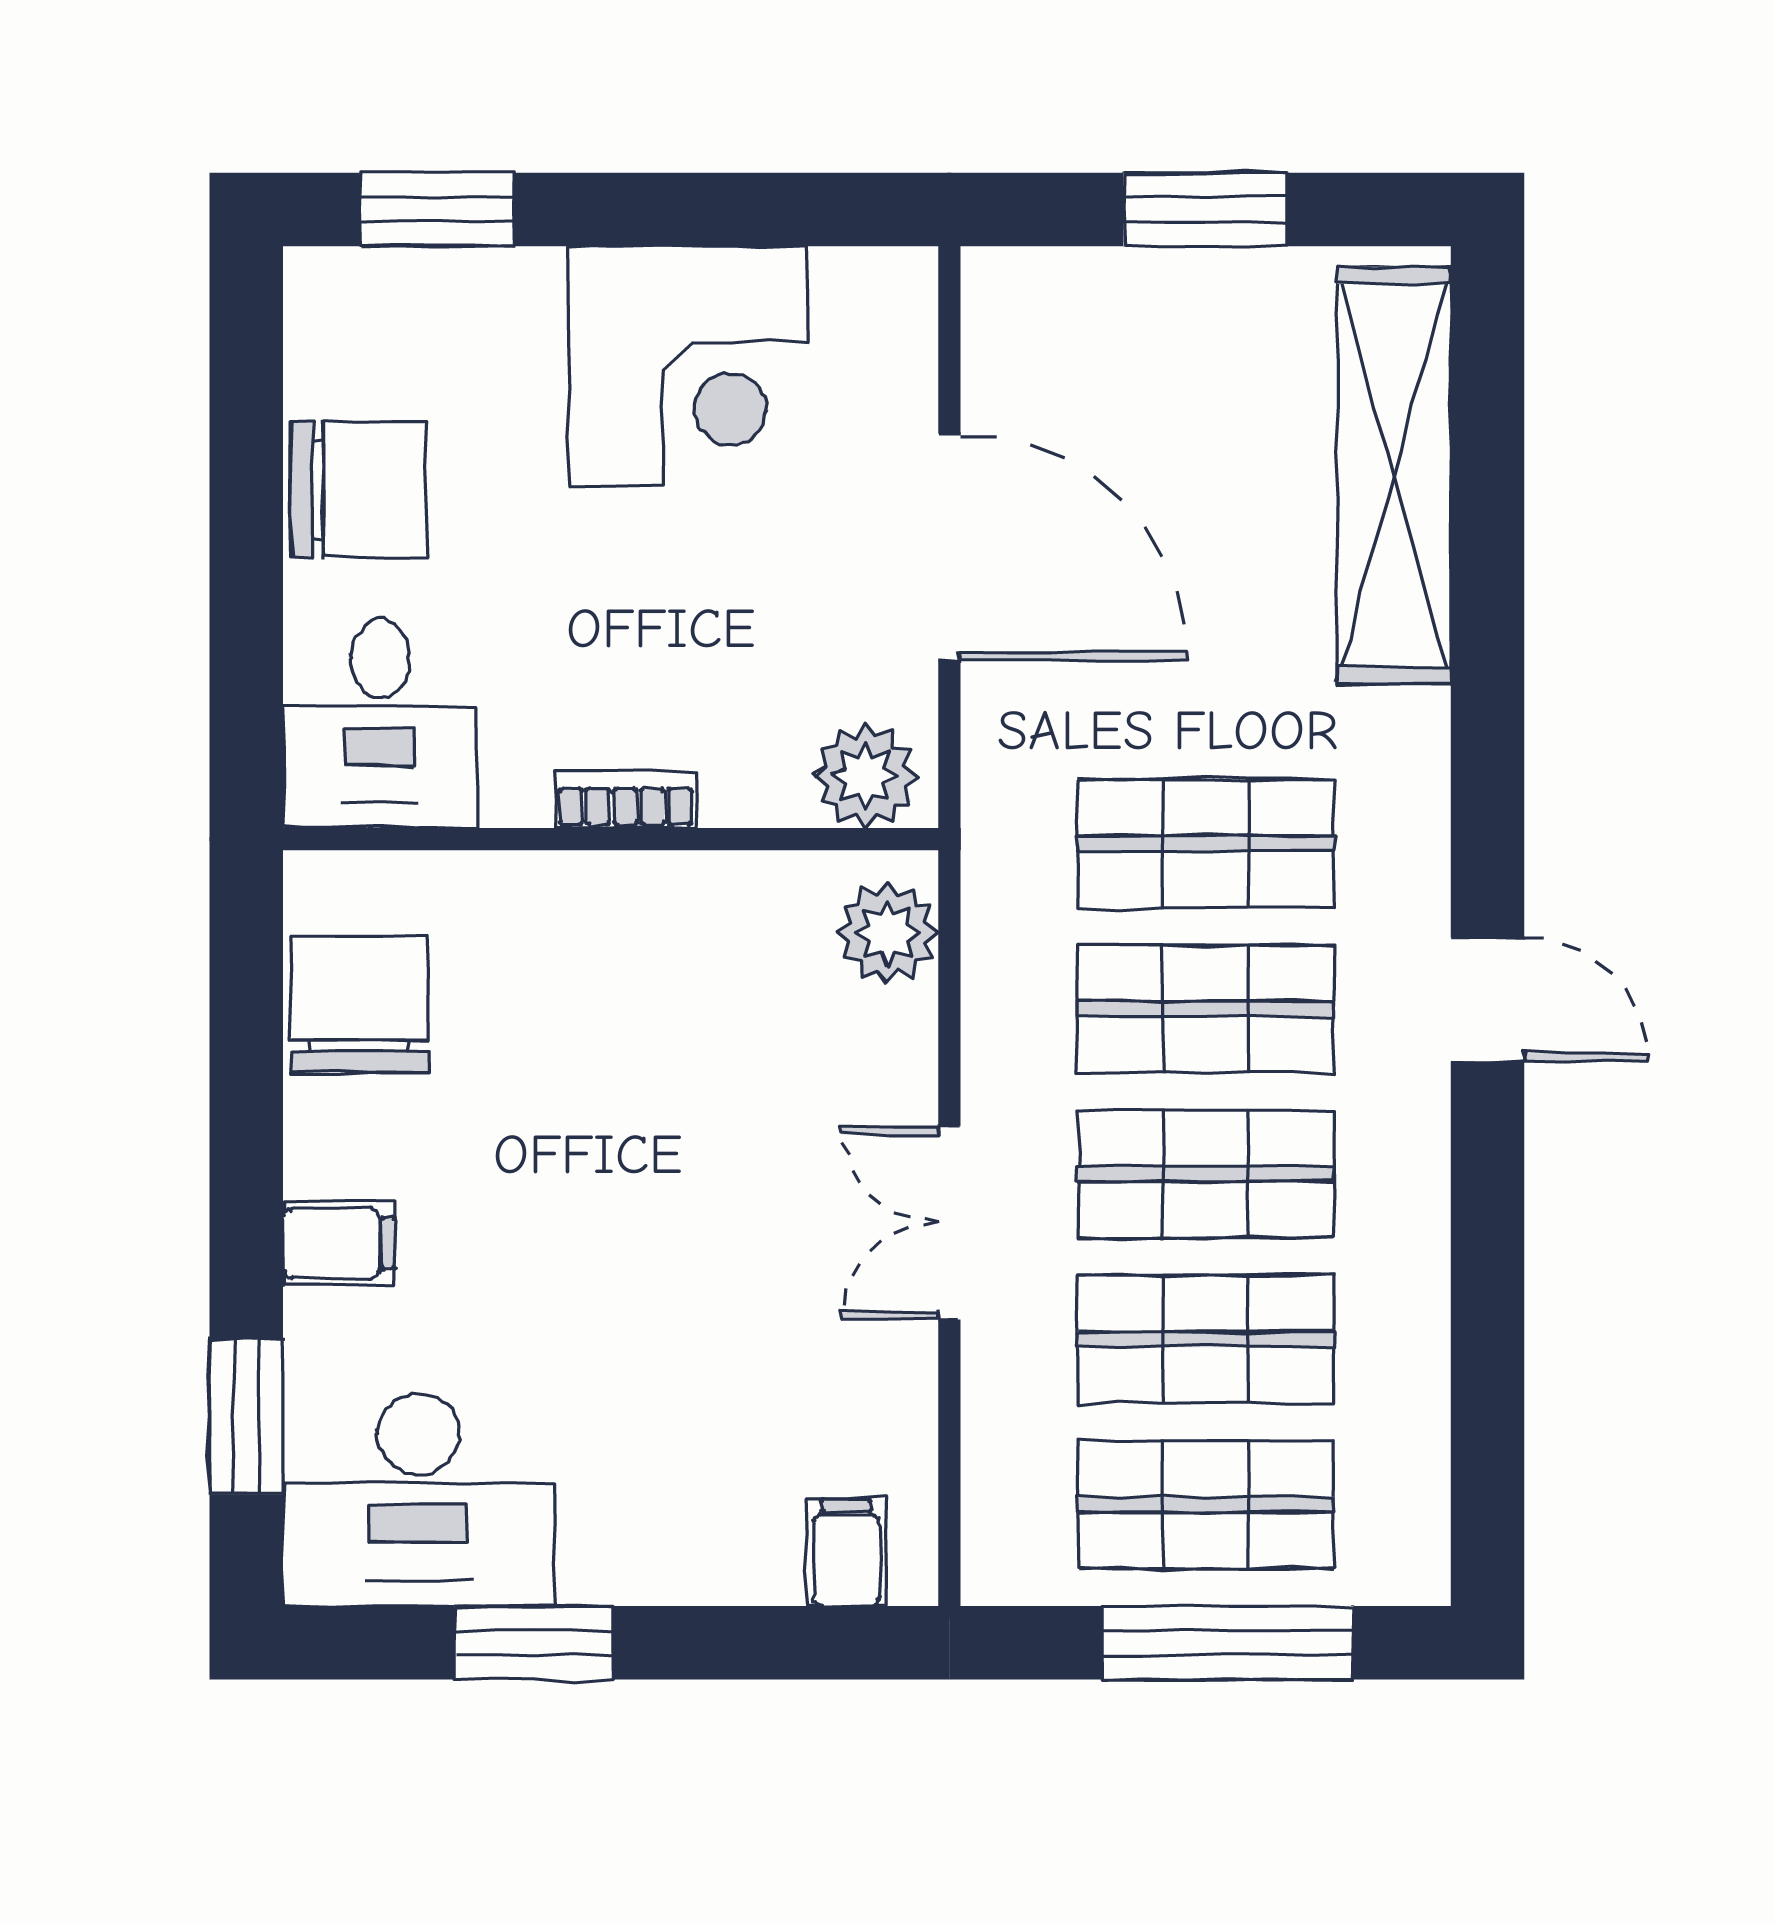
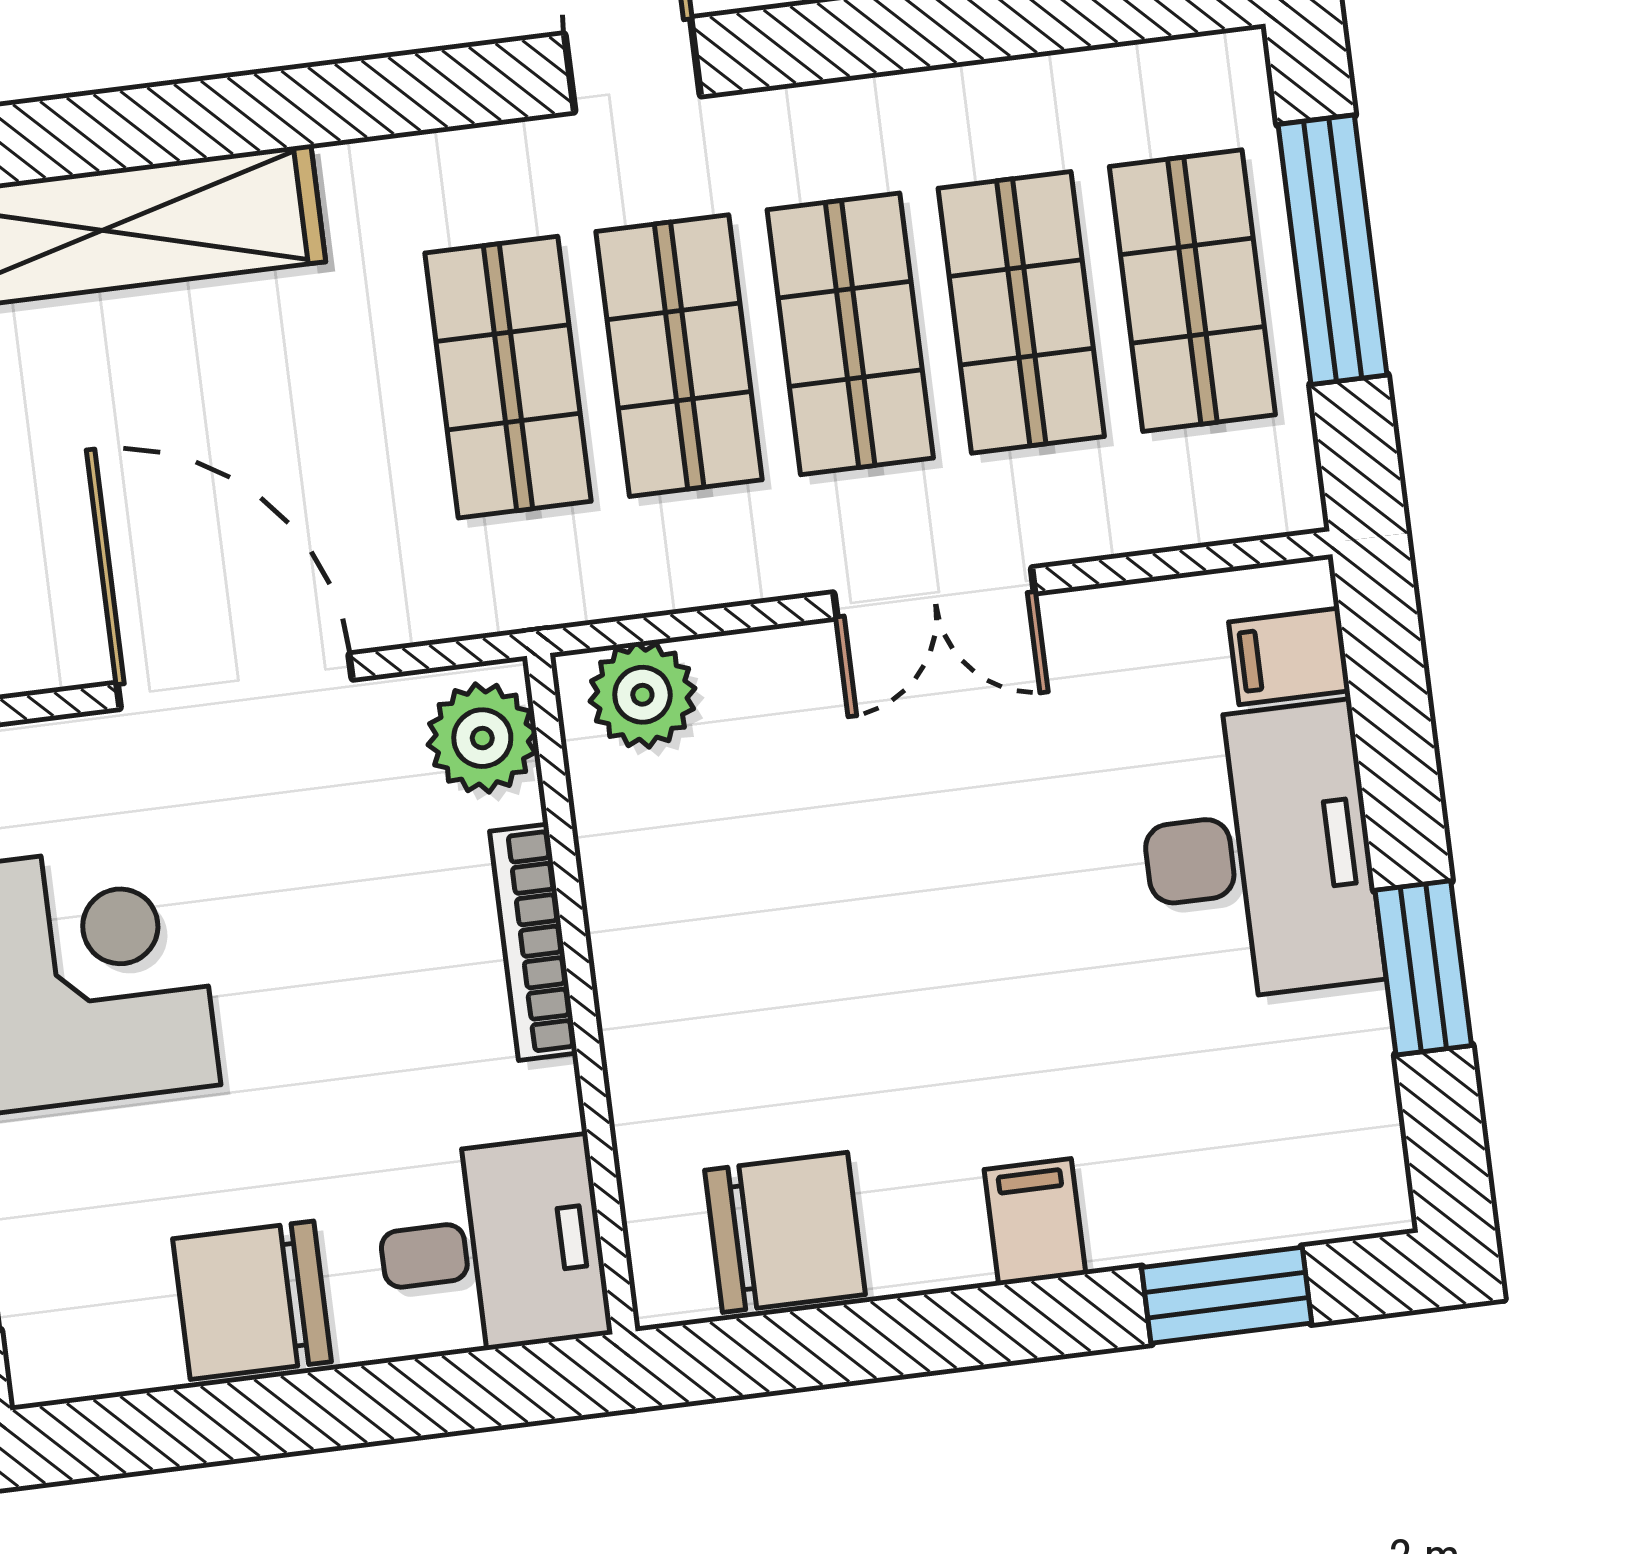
chair: (359, 489) -> (252, 1300), turned -90
door: (949, 547) -> (235, 681), hinge flipped
bookcase: (625, 800) -> (533, 942), width x1.56
chair: (359, 1004) -> (785, 1232), turned 180
desk: (418, 1500) -> (1258, 853), moved

